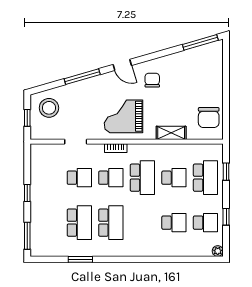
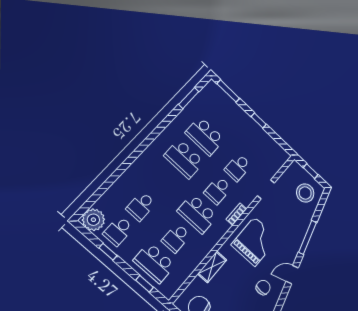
chair: (152, 80) -> (263, 287), turned -90
plant: (218, 251) -> (93, 220), width x1.88, depth x1.88
window: (80, 259) -> (189, 98), moved

